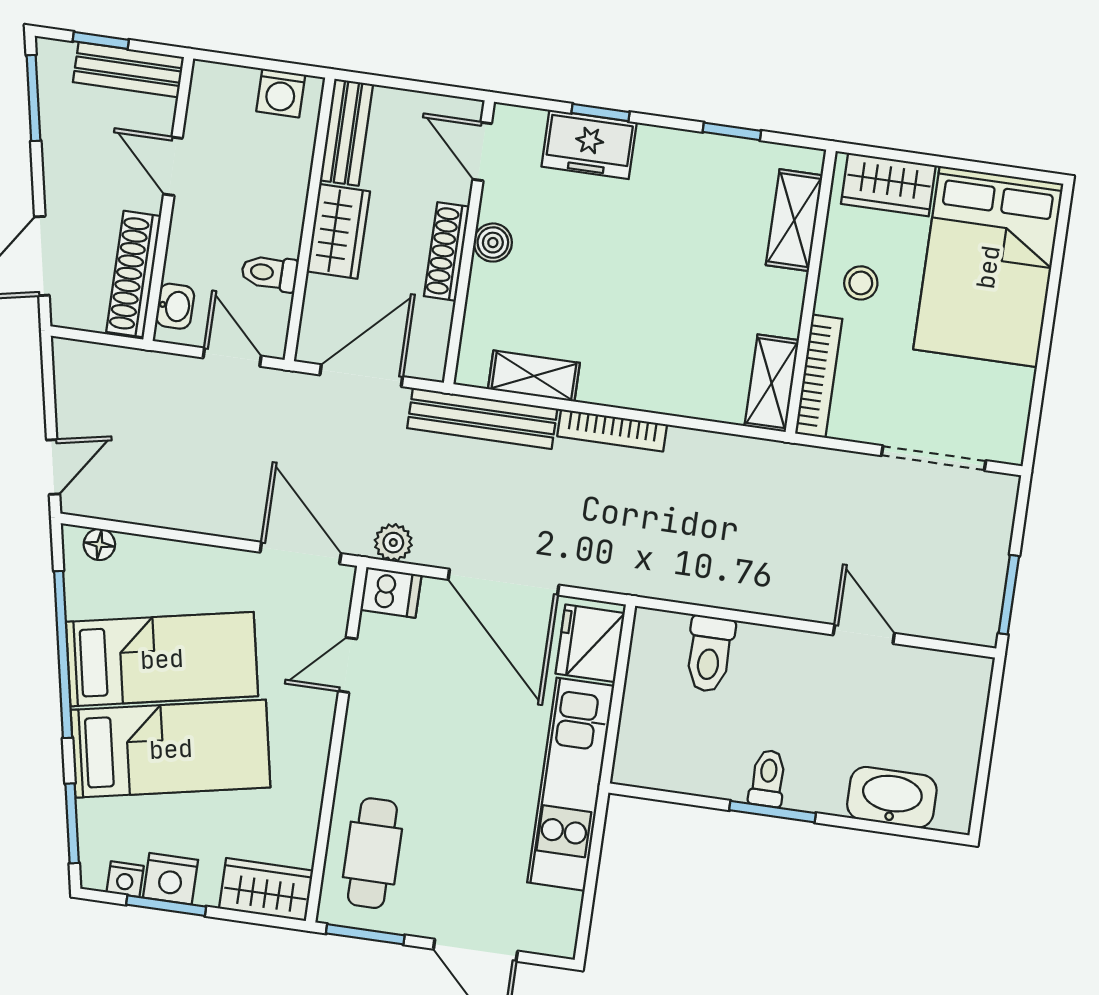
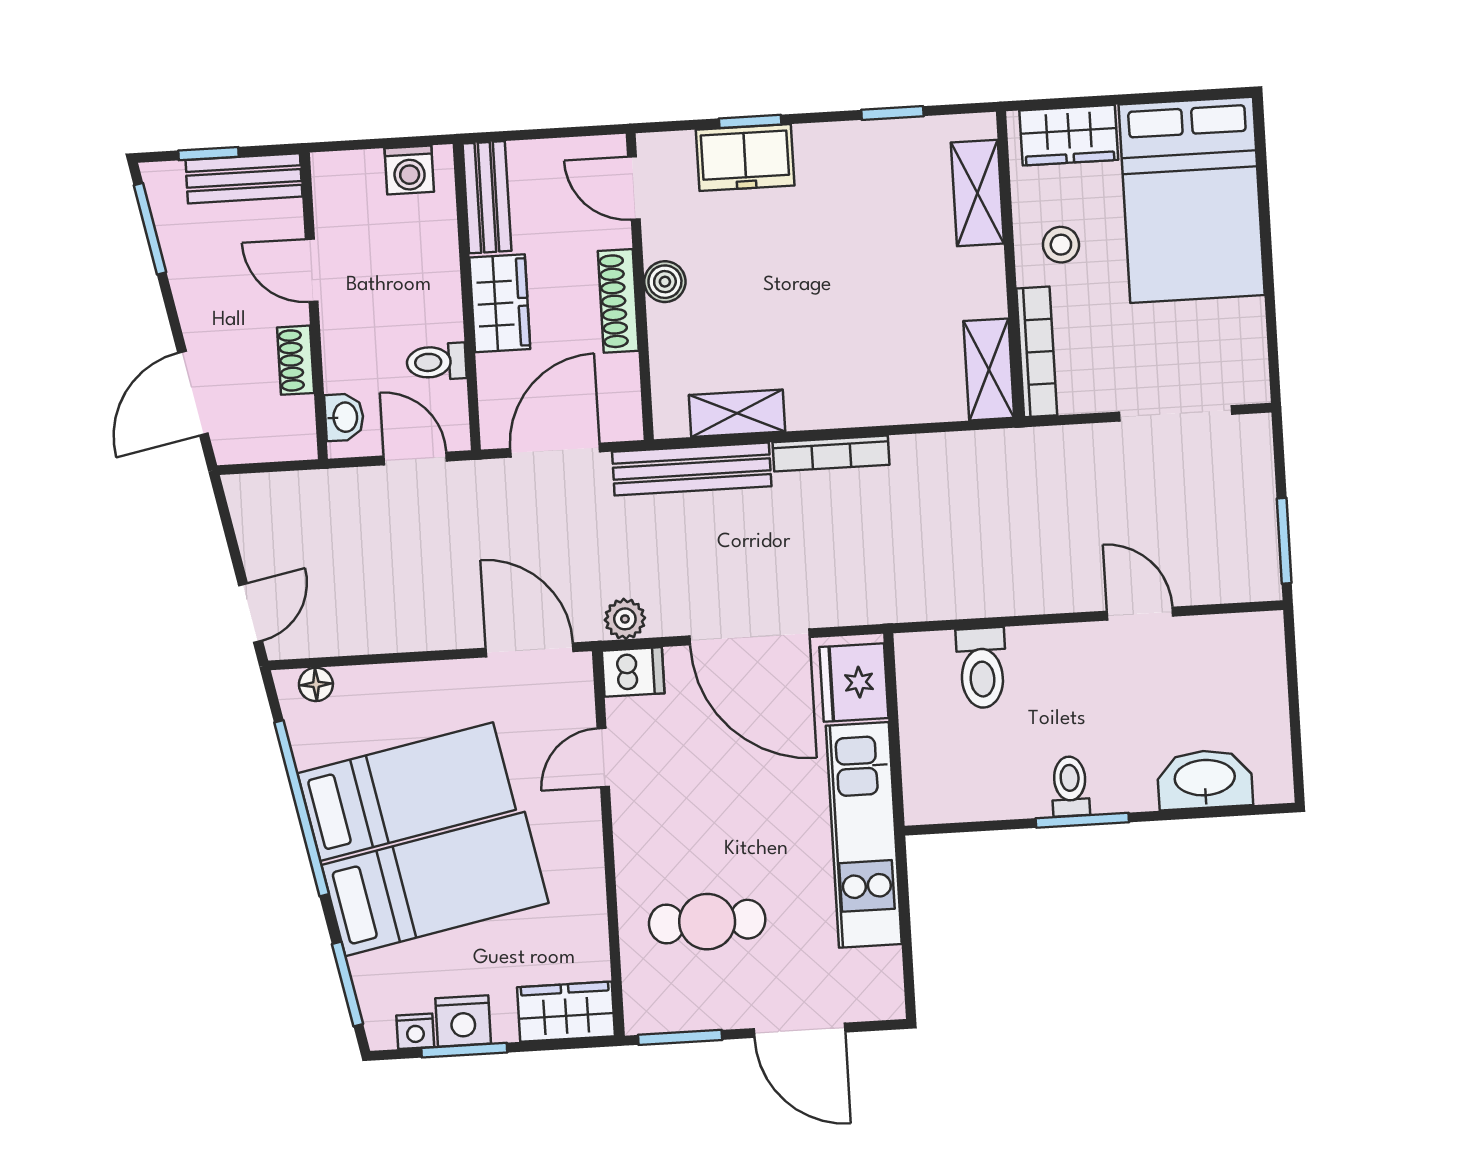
shoe rack: (134, 274) -> (296, 360), width x0.51, depth x0.81
cafe table: (372, 853) -> (707, 922), moved, turned 90

